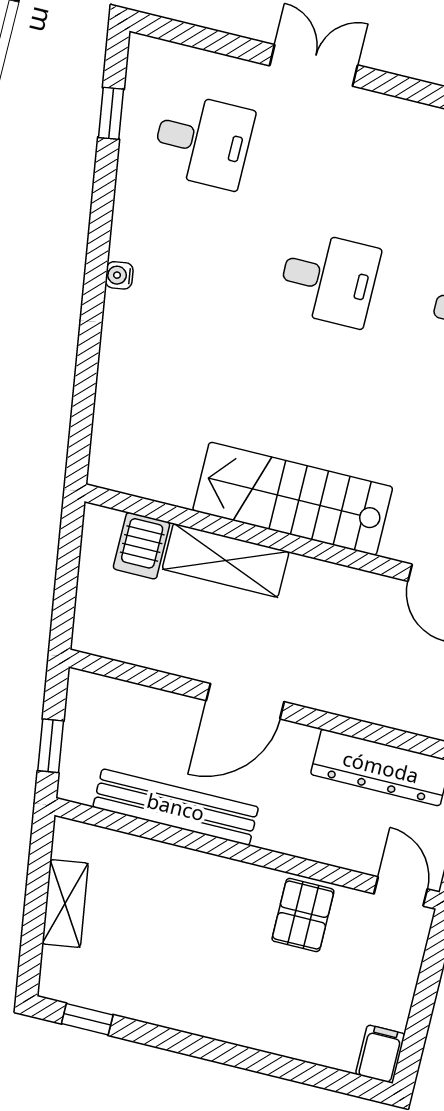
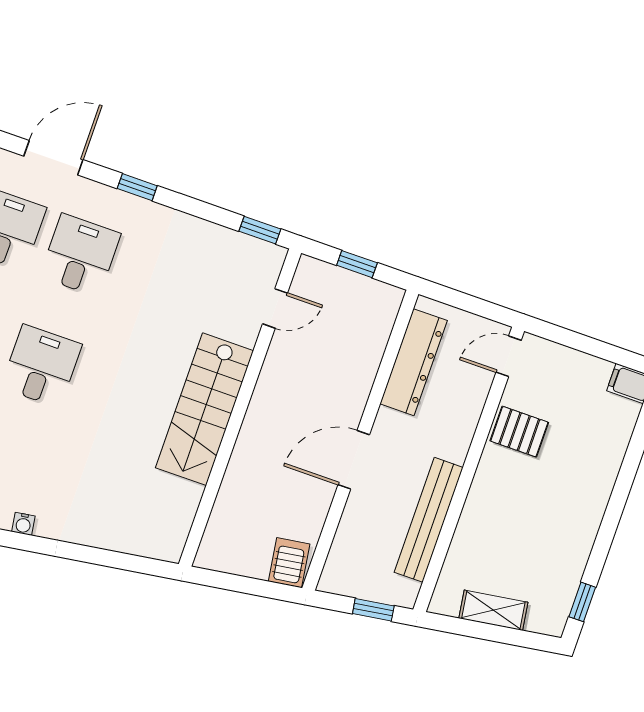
server rack: (142, 546) -> (289, 563), moved, turned -98
shelving: (226, 560) -> (246, 464), removed
door: (245, 701) -> (354, 460), swing flipped

